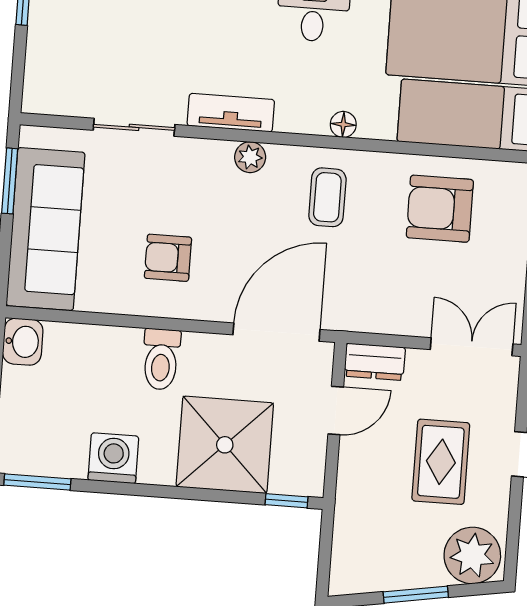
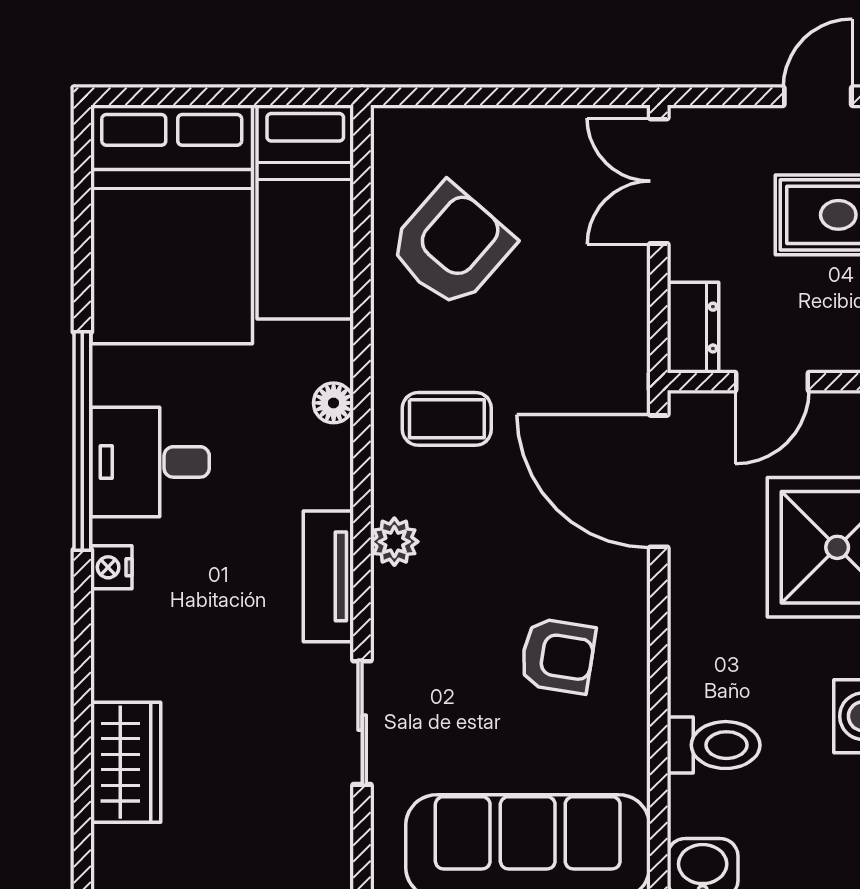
armchair: (440, 209) -> (451, 246), turned -139
armchair: (168, 258) -> (558, 656), turned -81
toilet: (161, 359) -> (714, 745), moved
door: (336, 411) -> (772, 382), swing flipped

